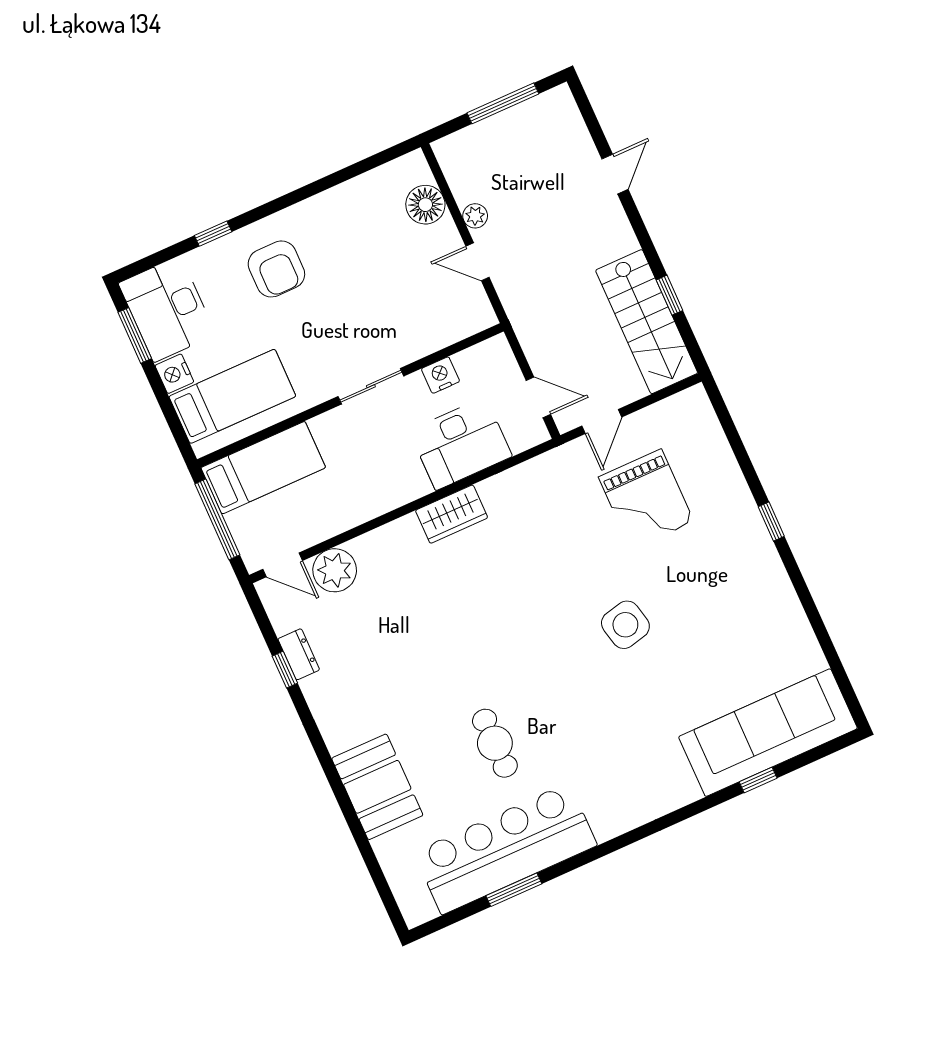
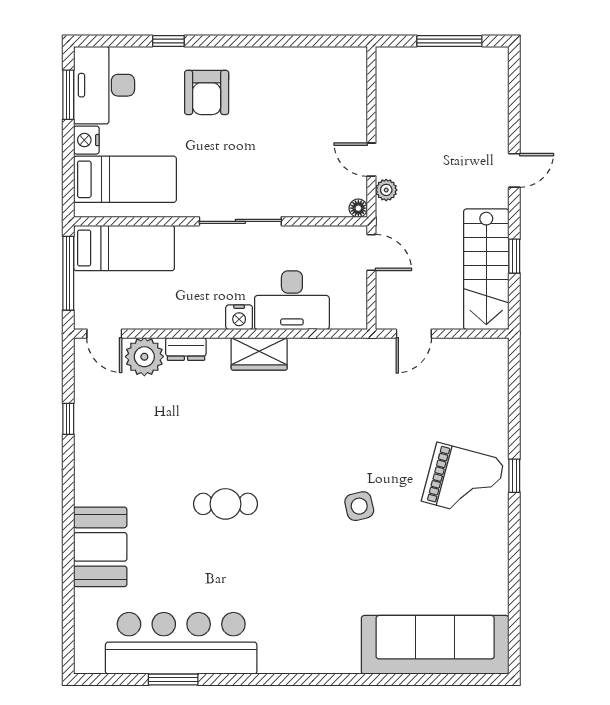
door: (615, 174) -> (514, 170), moved
floor lamp: (425, 205) -> (358, 208), moved, width x0.53, depth x0.53
plant: (475, 216) -> (386, 190), moved
nightstand: (440, 375) -> (239, 317), moved, turned 180
sliding door: (371, 386) -> (240, 221), width x1.37
door: (538, 397) -> (371, 252), moved
grand piano: (646, 499) -> (463, 481), moved, turned -75
side table: (625, 625) -> (359, 506), width x0.73, depth x0.73
dresser: (299, 654) -> (186, 349), moved, turned 90
cafe table: (495, 743) -> (225, 504), moved, turned 90
window: (758, 780) -> (410, 679), removed

